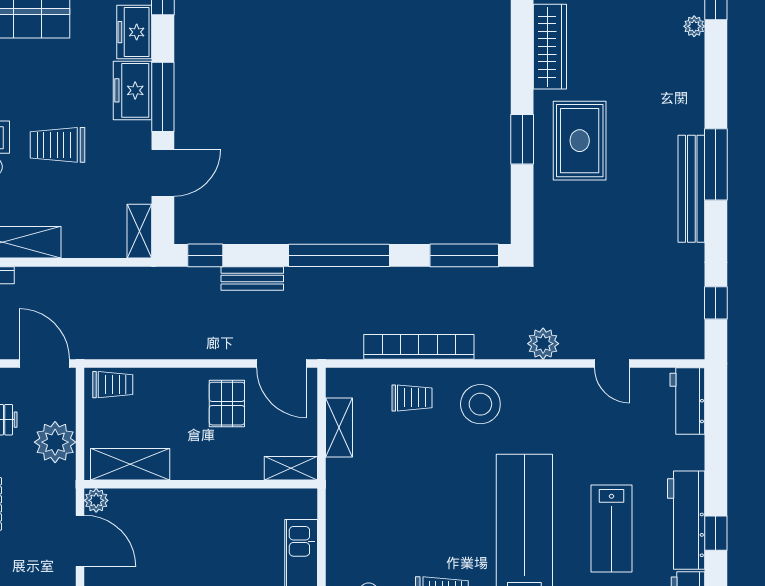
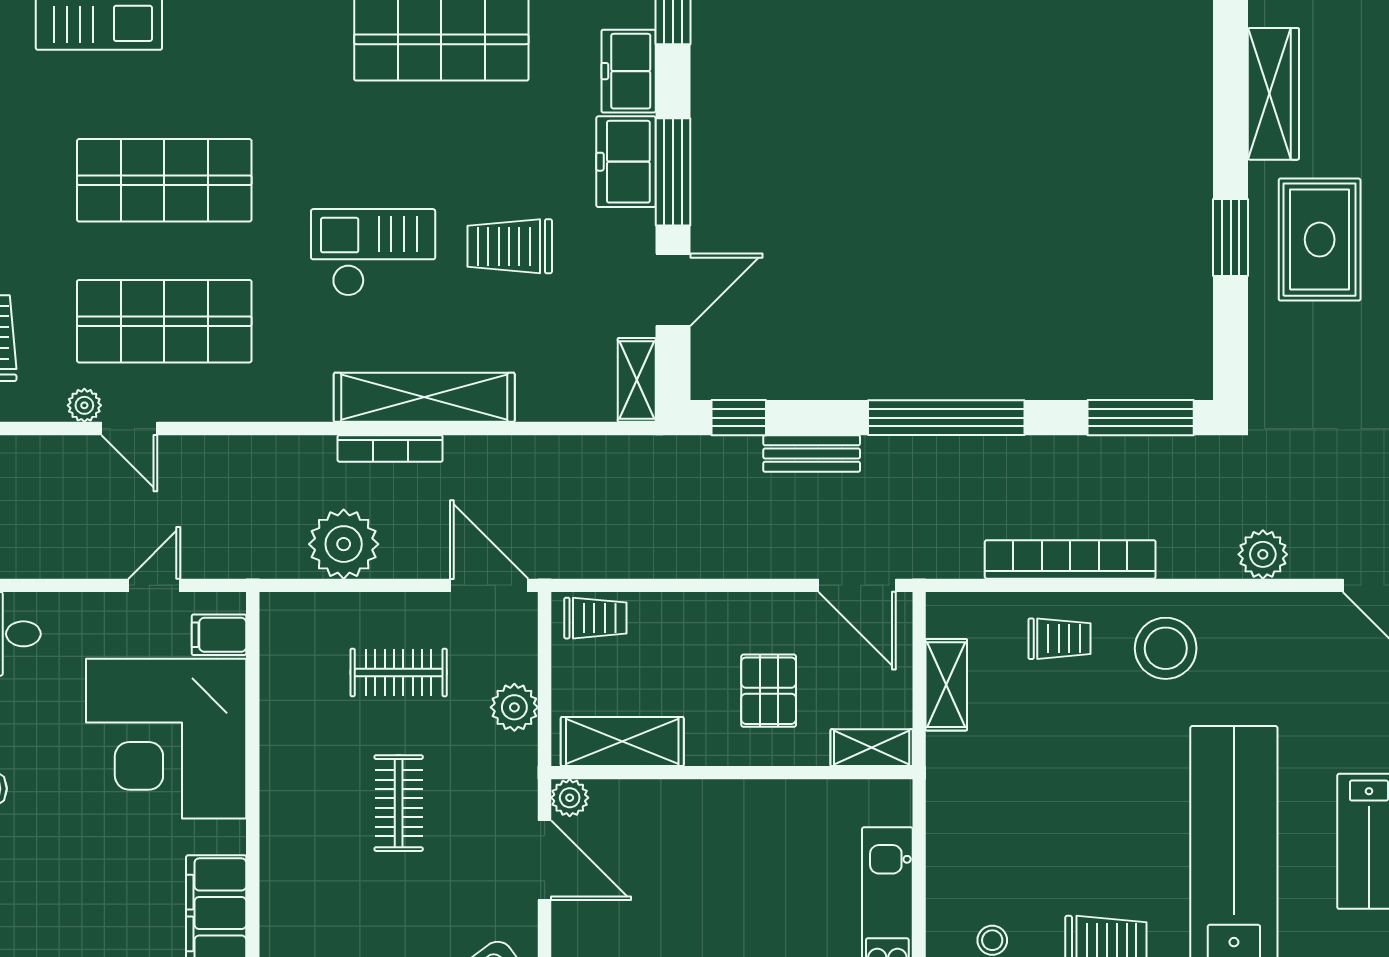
pallet: (227, 404) -> (769, 691), moved
plant: (55, 442) -> (514, 707), width x0.73, depth x0.73

